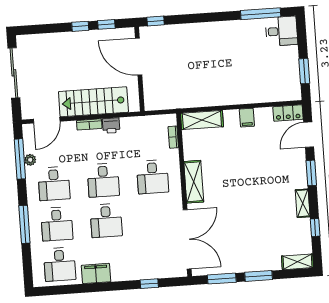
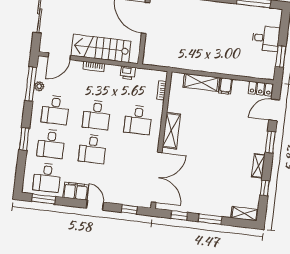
desk: (281, 31) -> (266, 38), moved
shelving: (202, 120) -> (201, 82), moved
printer: (111, 125) -> (128, 73), moved
window: (24, 224) -> (24, 139), width x0.69
window: (222, 279) -> (179, 215), width x0.67
window: (149, 284) -> (129, 209), moved
door: (122, 286) -> (95, 205), added
window: (60, 290) -> (44, 199), added

